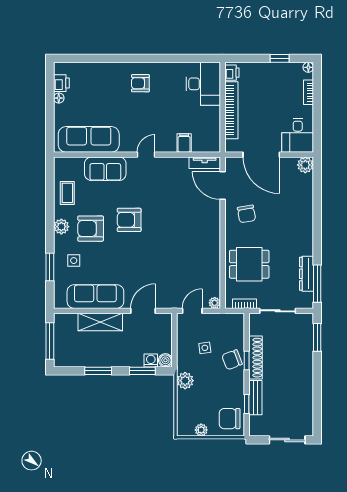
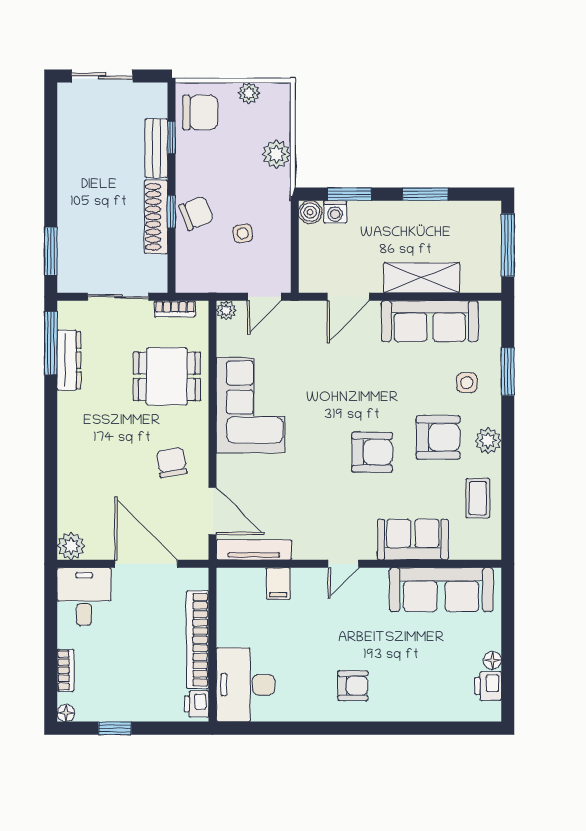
tv unit: (205, 163) -> (254, 550), width x1.41
corner sofa: (200, 247) -> (250, 405), added
plant: (185, 381) -> (276, 154), moved

